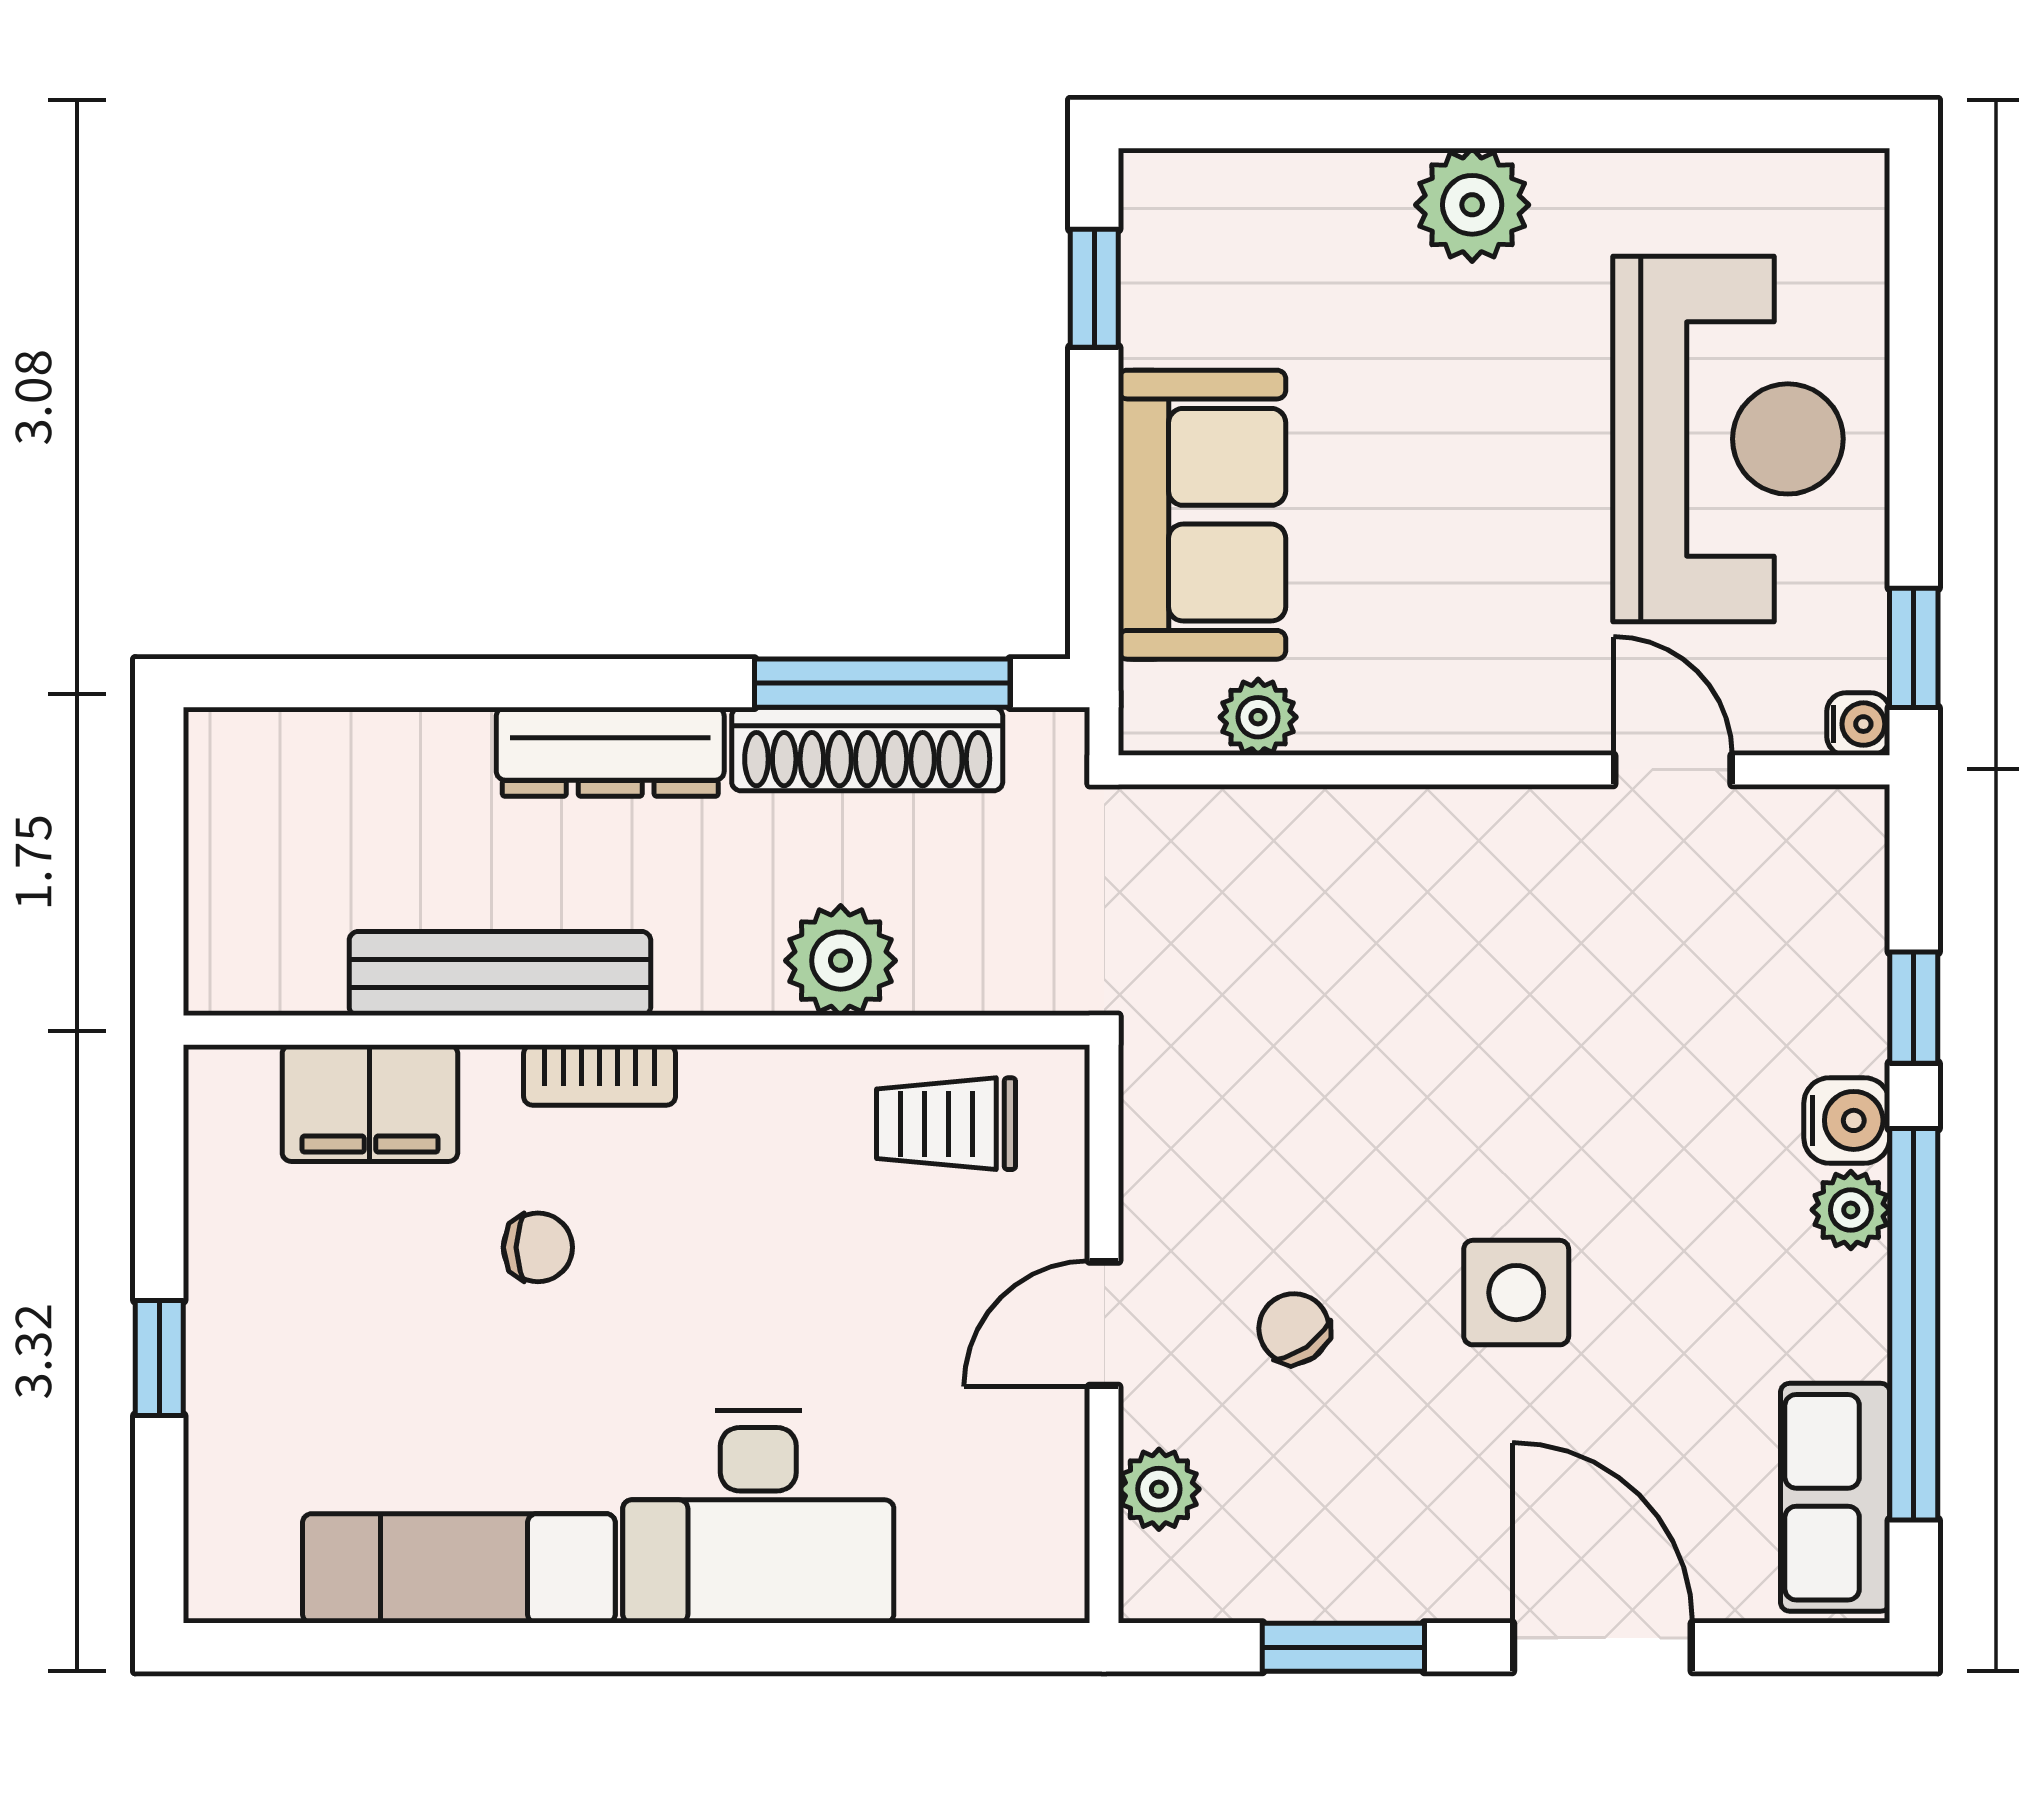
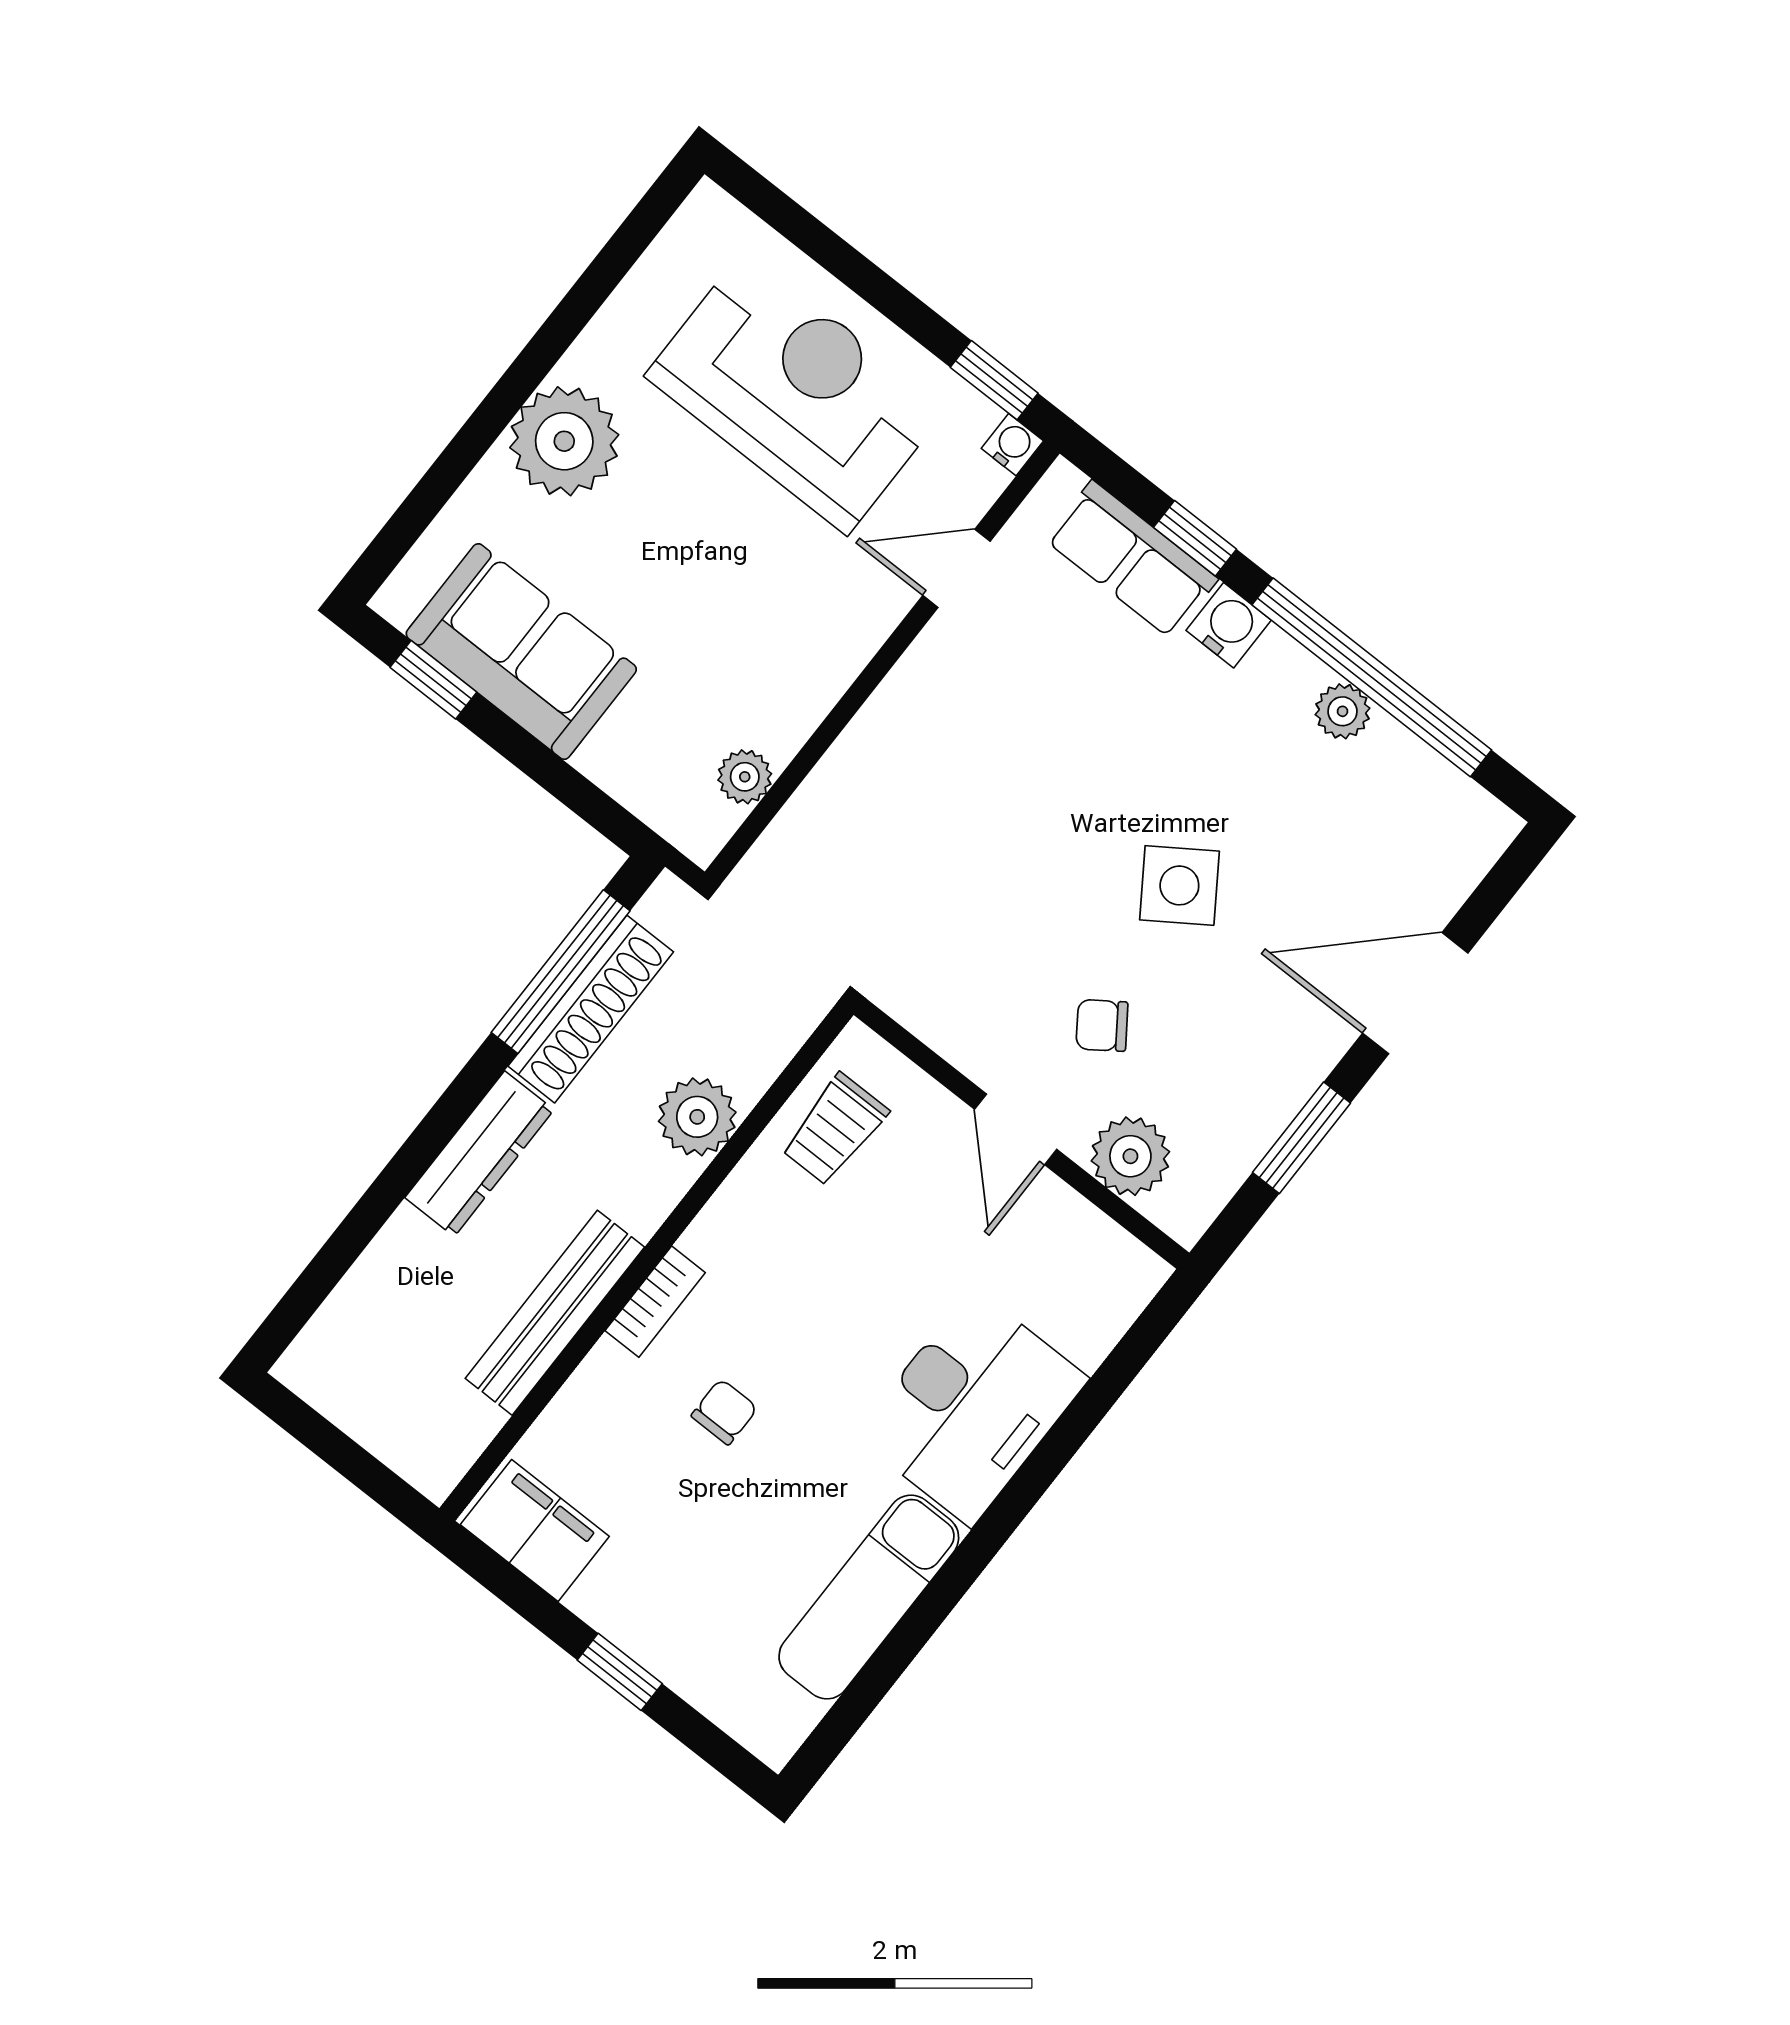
plant: (1472, 205) -> (564, 441), width x1.36, depth x1.36
sofa: (1202, 515) -> (521, 652), moved
filing cabinet: (370, 1103) -> (535, 1530), moved, turned -90
plant: (1851, 1210) -> (1343, 711), moved
side table: (1516, 1293) -> (1179, 885), turned -34
plant: (1159, 1489) -> (1130, 1156), width x1.38, depth x1.38
row of seats: (1835, 1497) -> (1132, 559), moved

